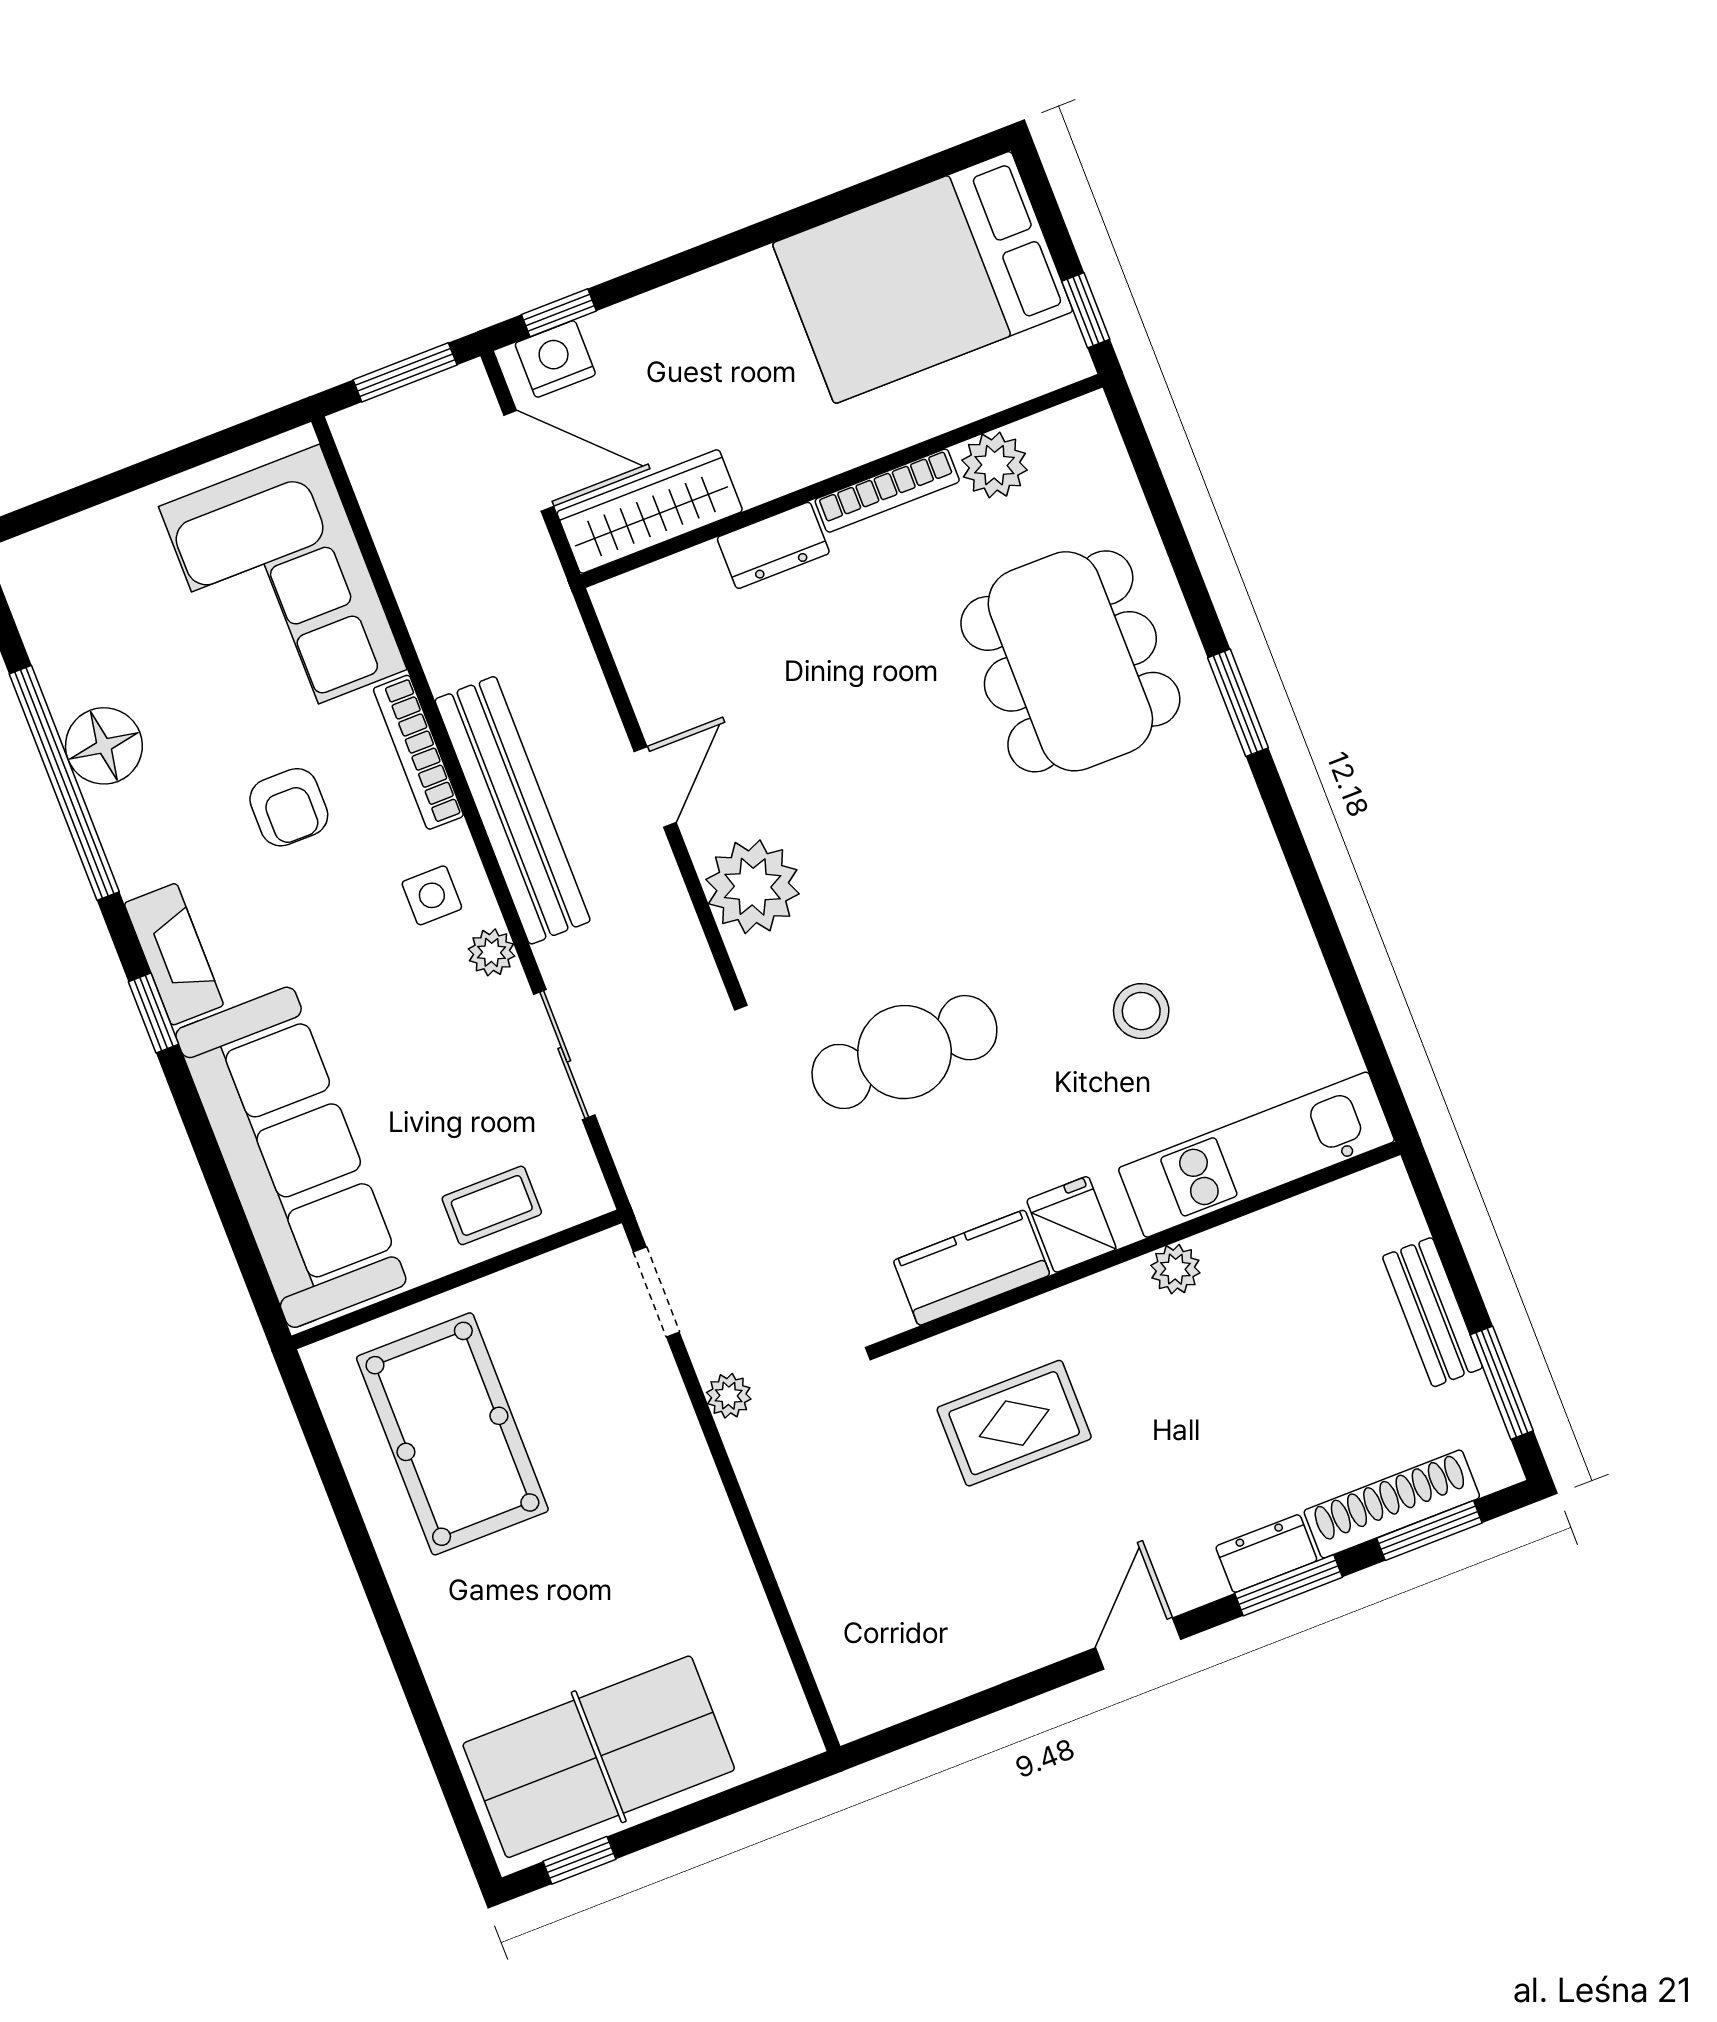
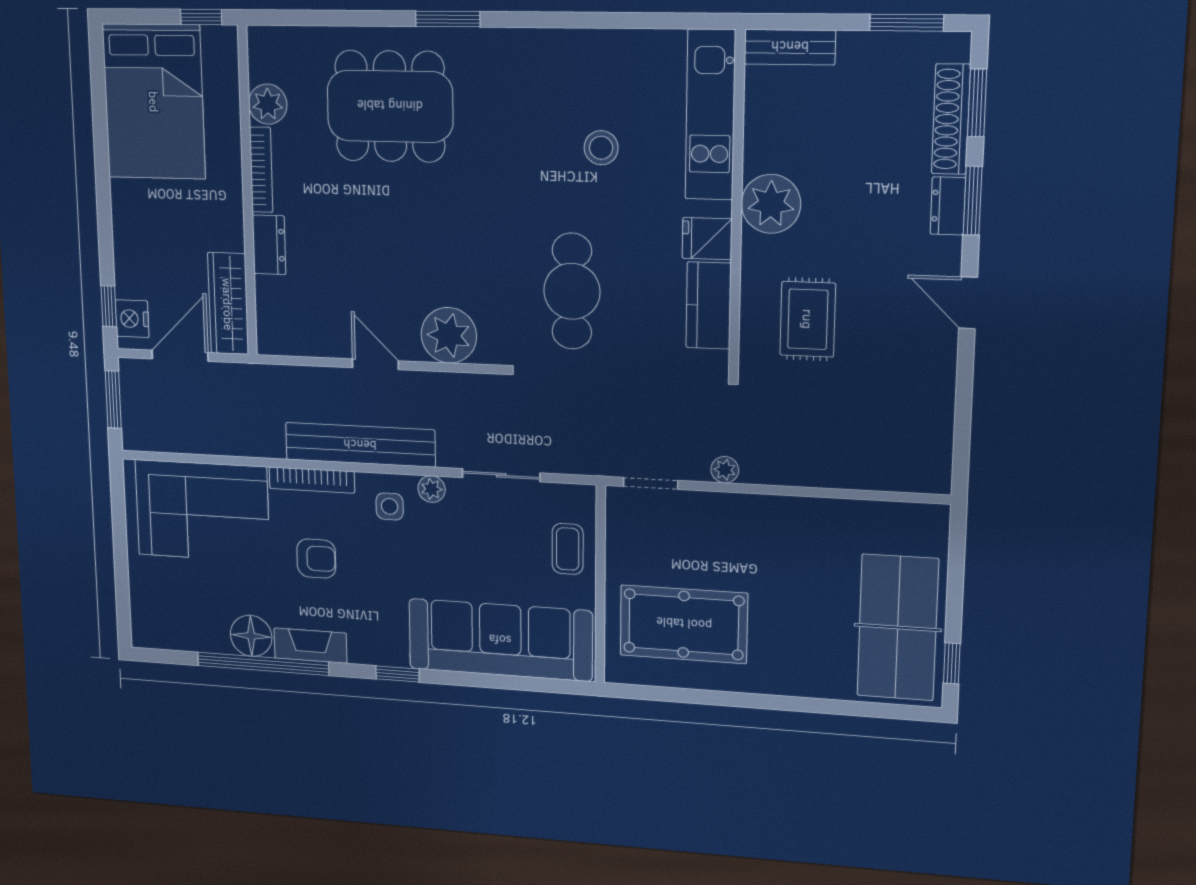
fireplace: (174, 954) -> (310, 646), moved
plant: (1175, 1269) -> (771, 204), width x1.87, depth x1.87
bench: (1432, 1312) -> (790, 47), moved

